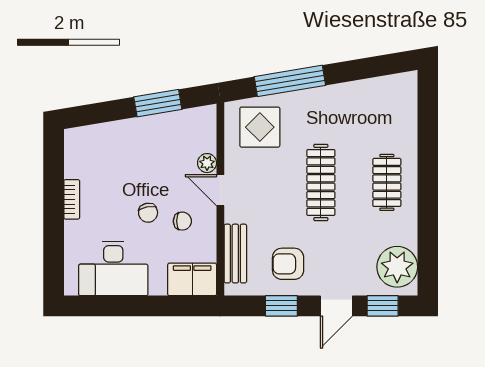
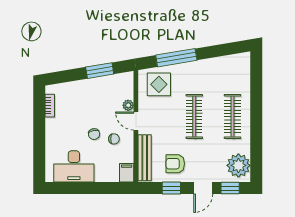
clothes rail: (387, 182) -> (233, 117), width x1.36
bookcase: (72, 199) -> (50, 106), moved
bench: (235, 254) -> (145, 158), width x1.36
filing cabinet: (192, 279) -> (127, 173), width x0.50

